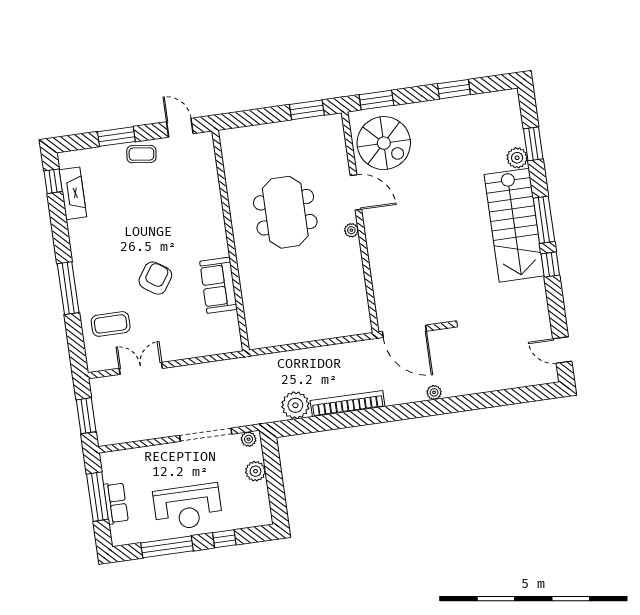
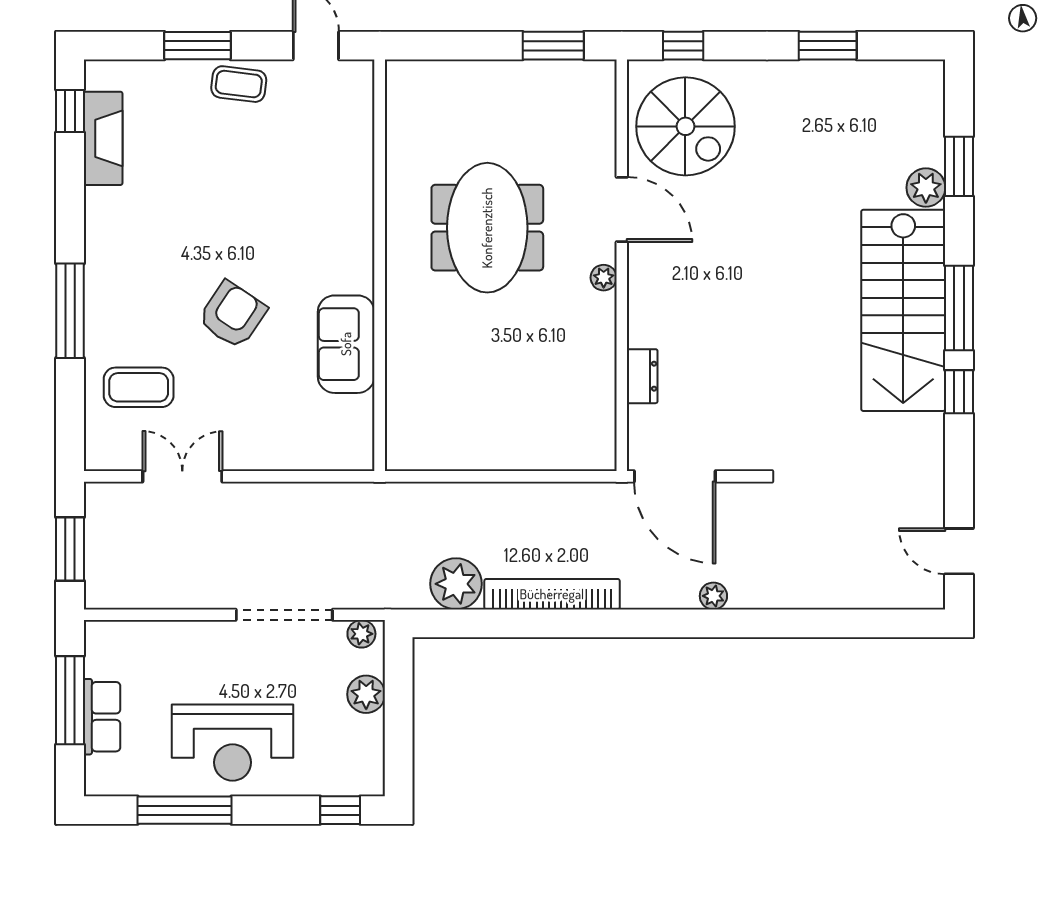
window: (376, 100) -> (683, 46), width x0.67
dresser: (379, 280) -> (642, 376), added
window: (224, 539) -> (340, 810), moved

